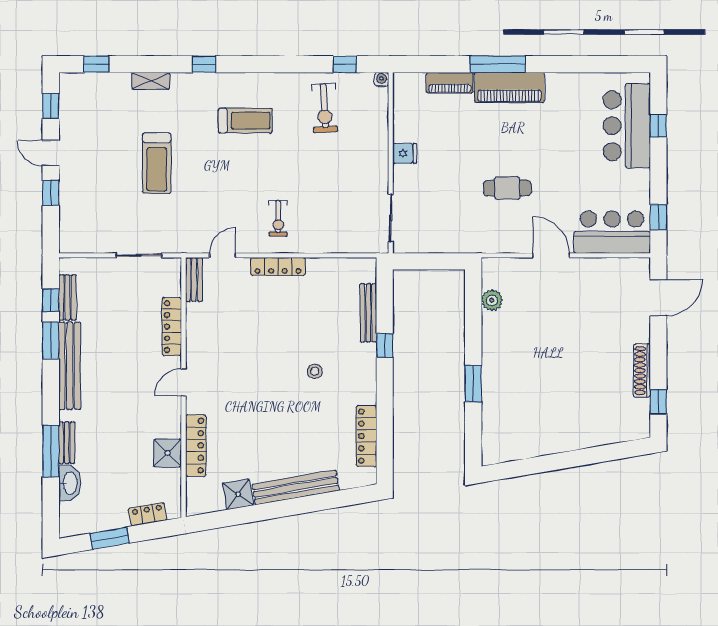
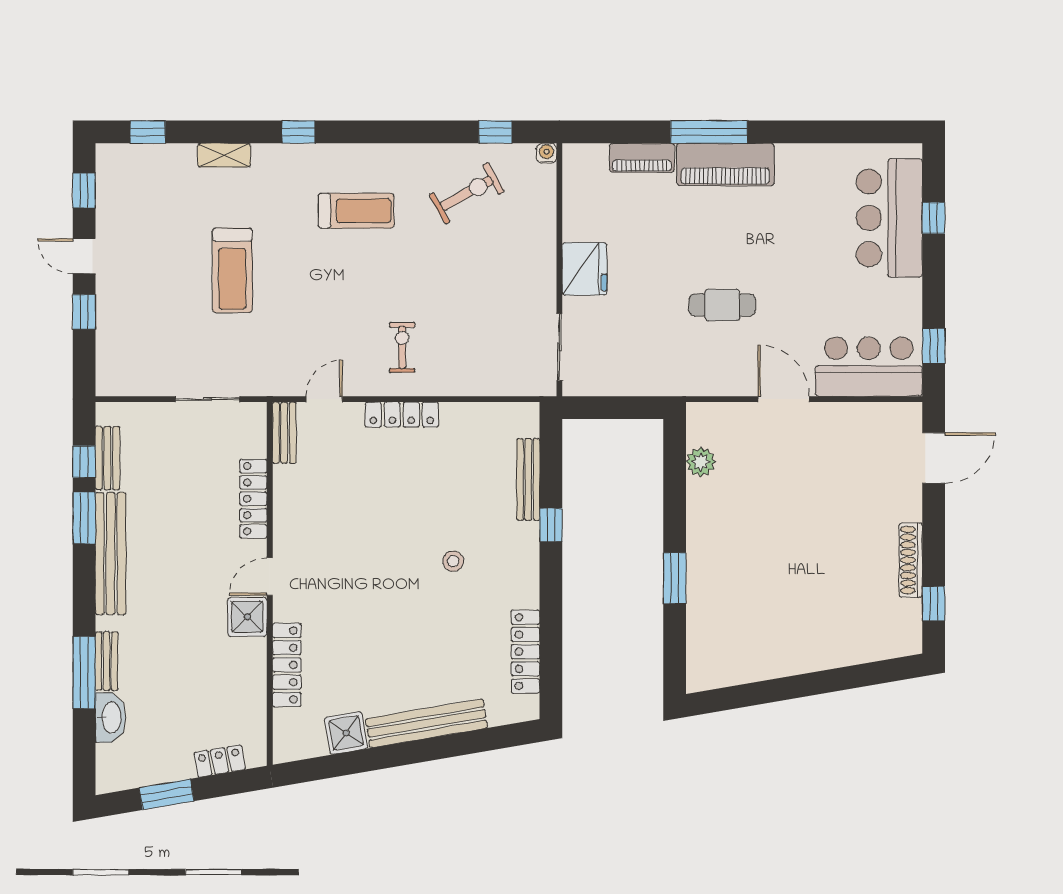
exercise bike: (324, 108) -> (467, 193), turned -116
fridge: (405, 153) -> (585, 269), width x1.88, depth x1.34
exercise bike: (278, 218) -> (402, 347), turned 180
shower: (168, 453) -> (247, 617), moved

